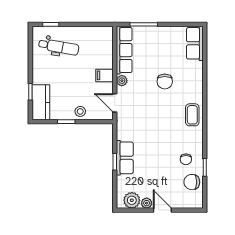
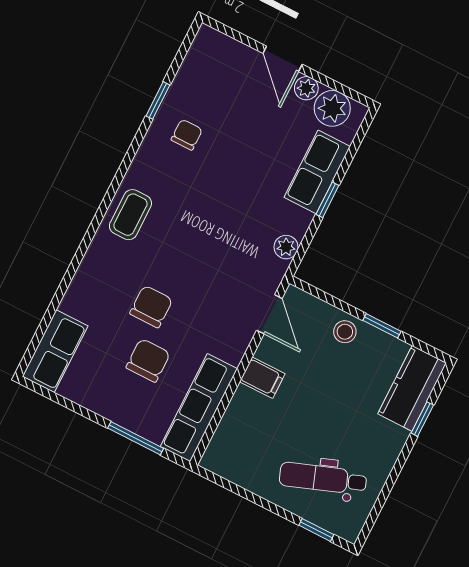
dental chair: (59, 47) -> (323, 478), turned -30
plant: (122, 81) -> (286, 247), moved
row of seats: (125, 158) -> (317, 172), moved
chair: (192, 182) -> (148, 360), moved, turned -90

